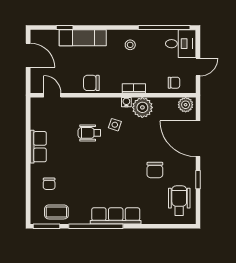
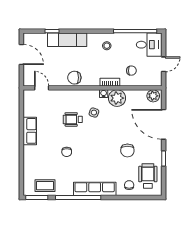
chair: (174, 83) -> (131, 71), moved
chair: (49, 184) -> (67, 152), moved
chair: (157, 211) -> (129, 185), added

